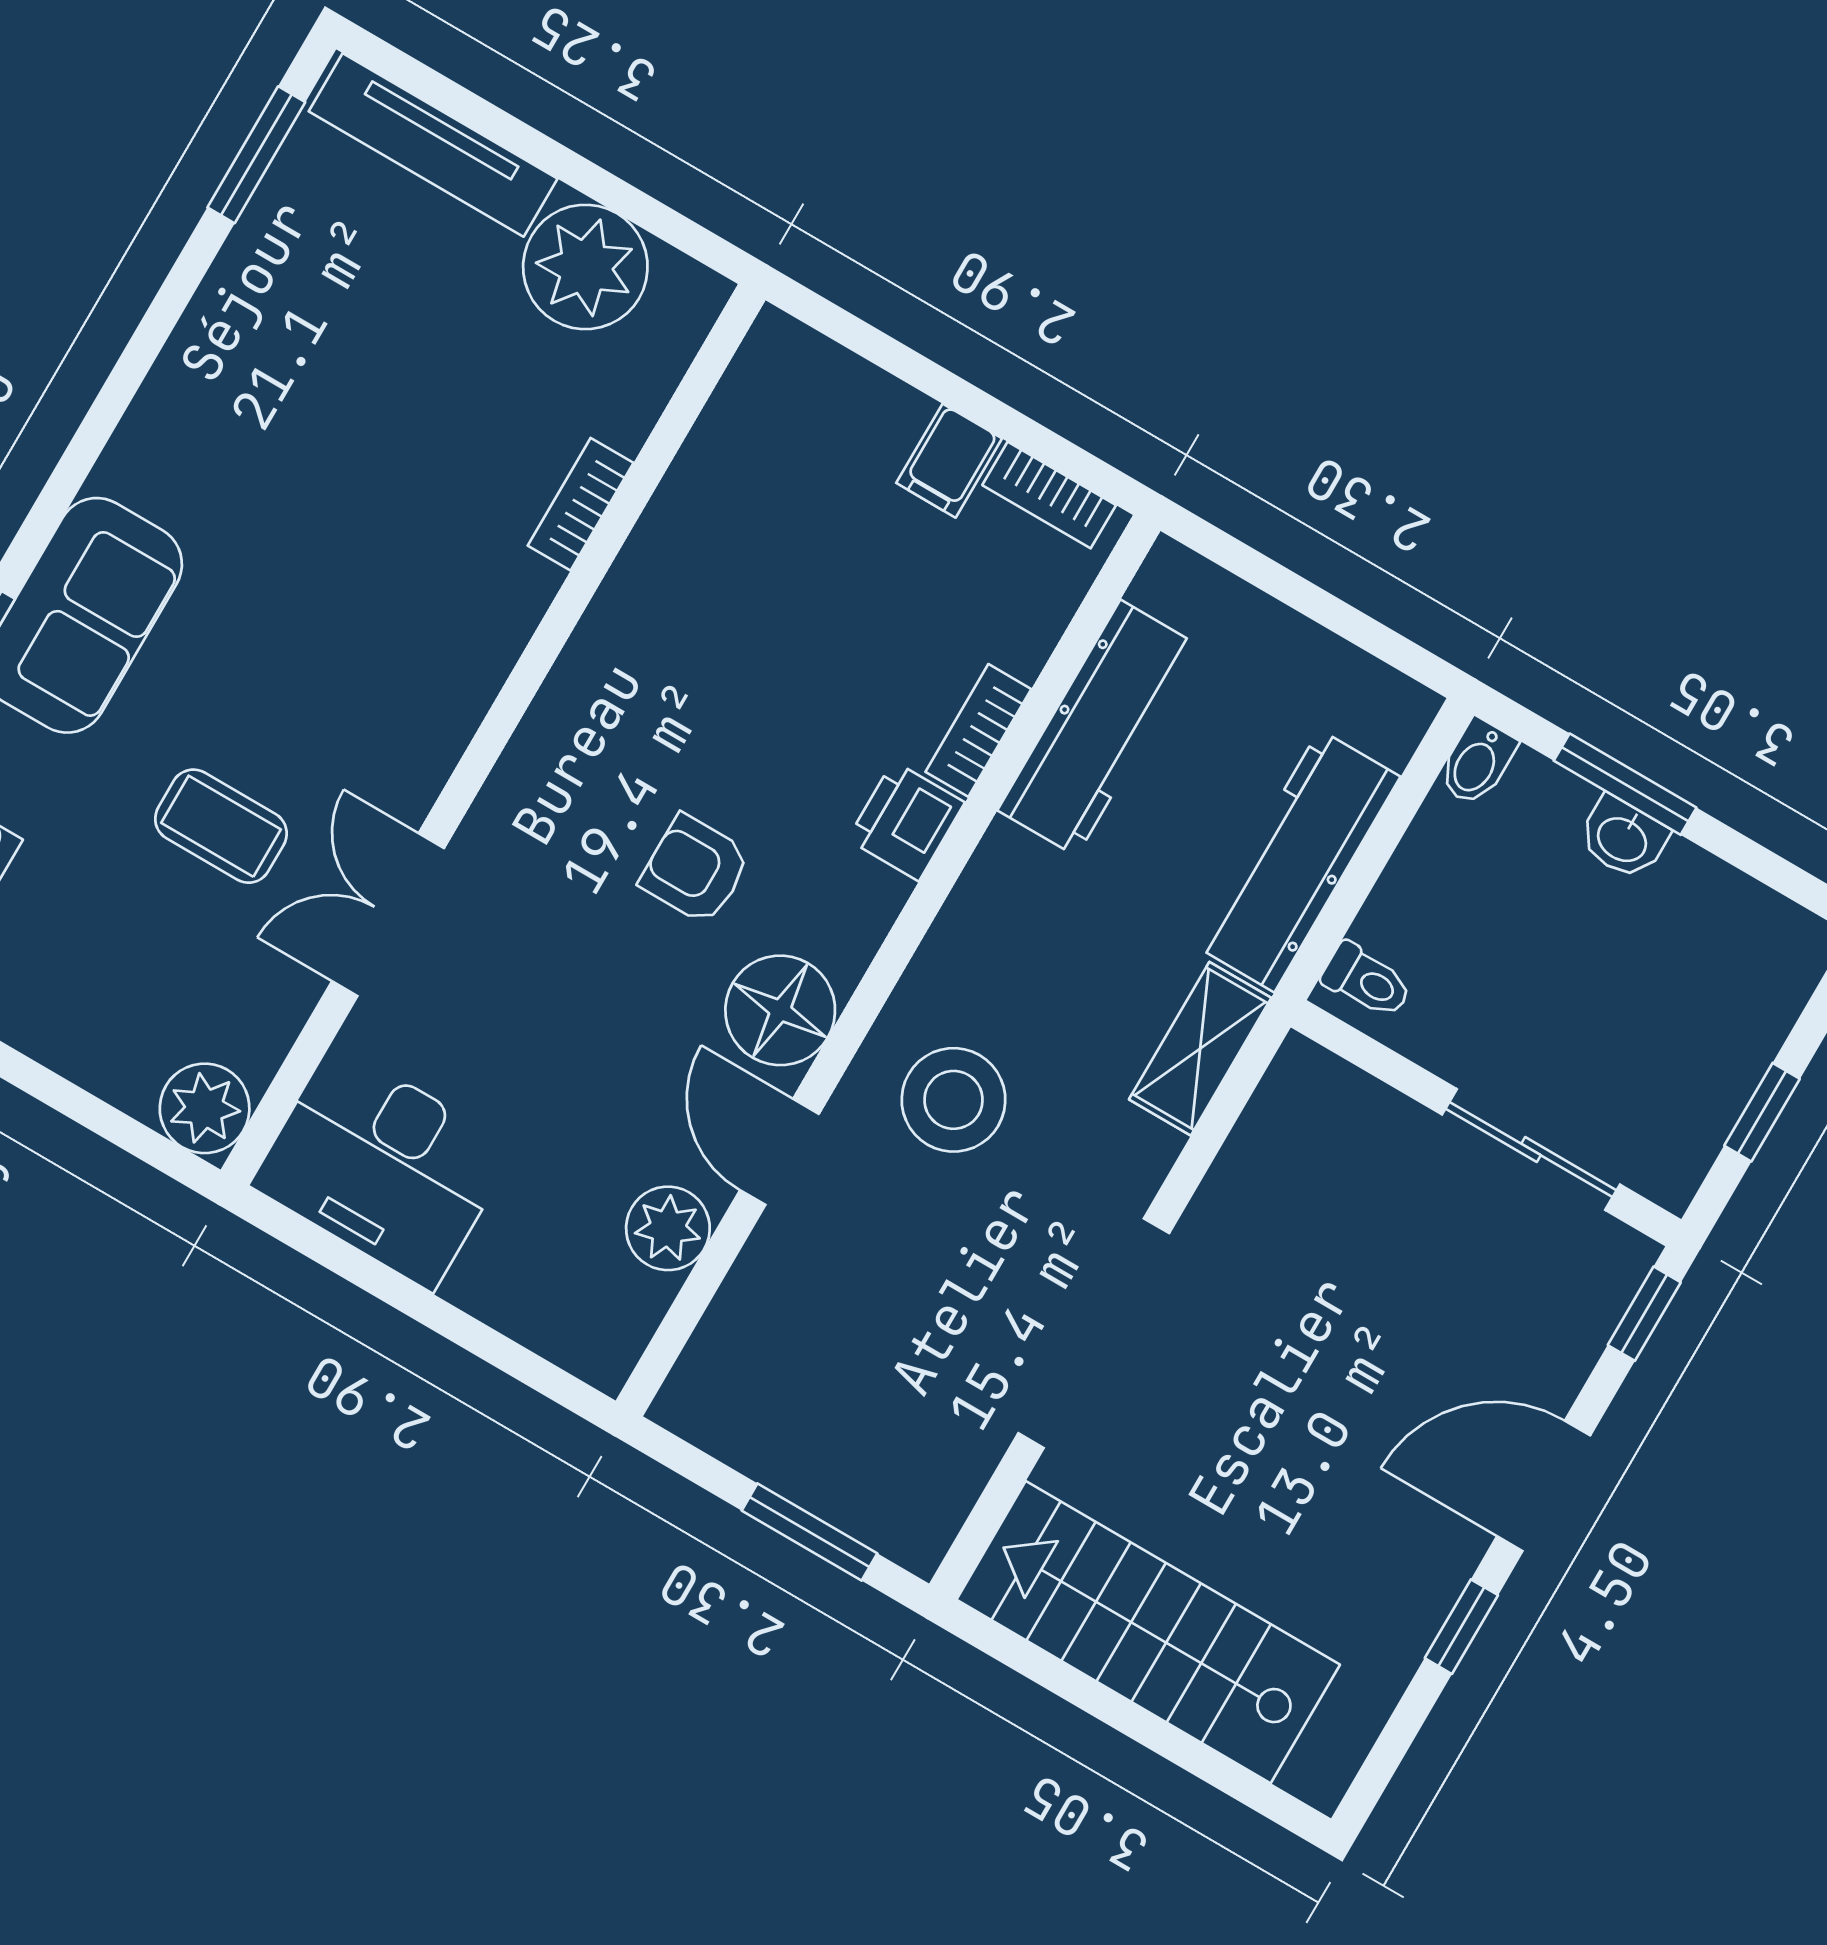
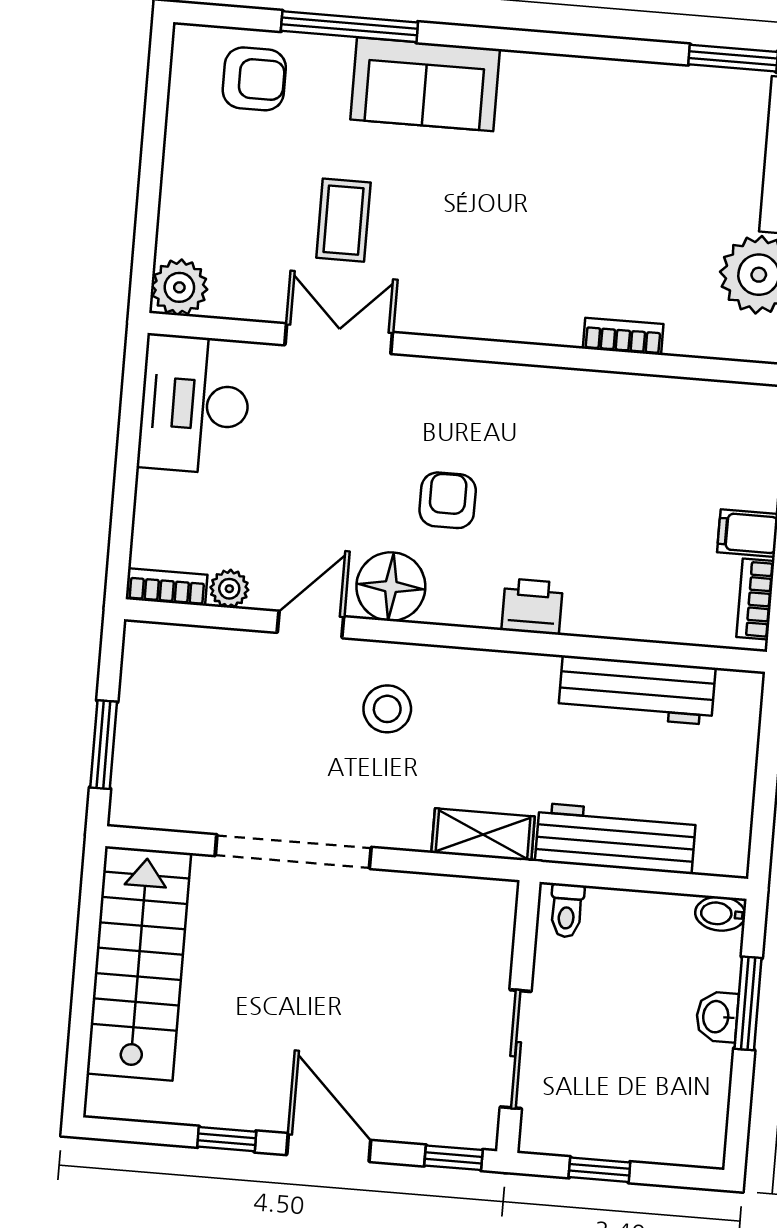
bookcase: (978, 730) -> (167, 587), moved
stool: (953, 1100) -> (387, 709), width x0.73, depth x0.73
plant: (668, 1228) -> (229, 589), width x0.73, depth x0.73

